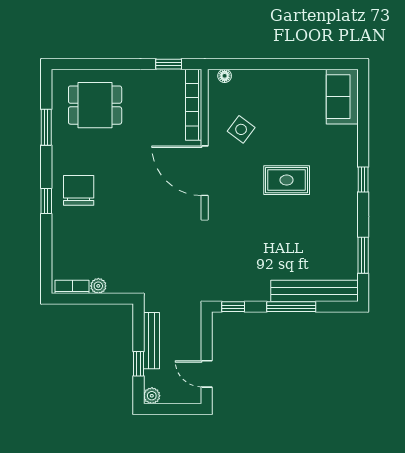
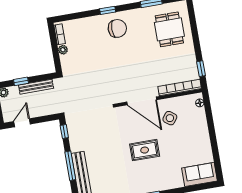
door: (205, 171) -> (142, 101), swing flipped
rug: (287, 180) -> (145, 150), turned 90

